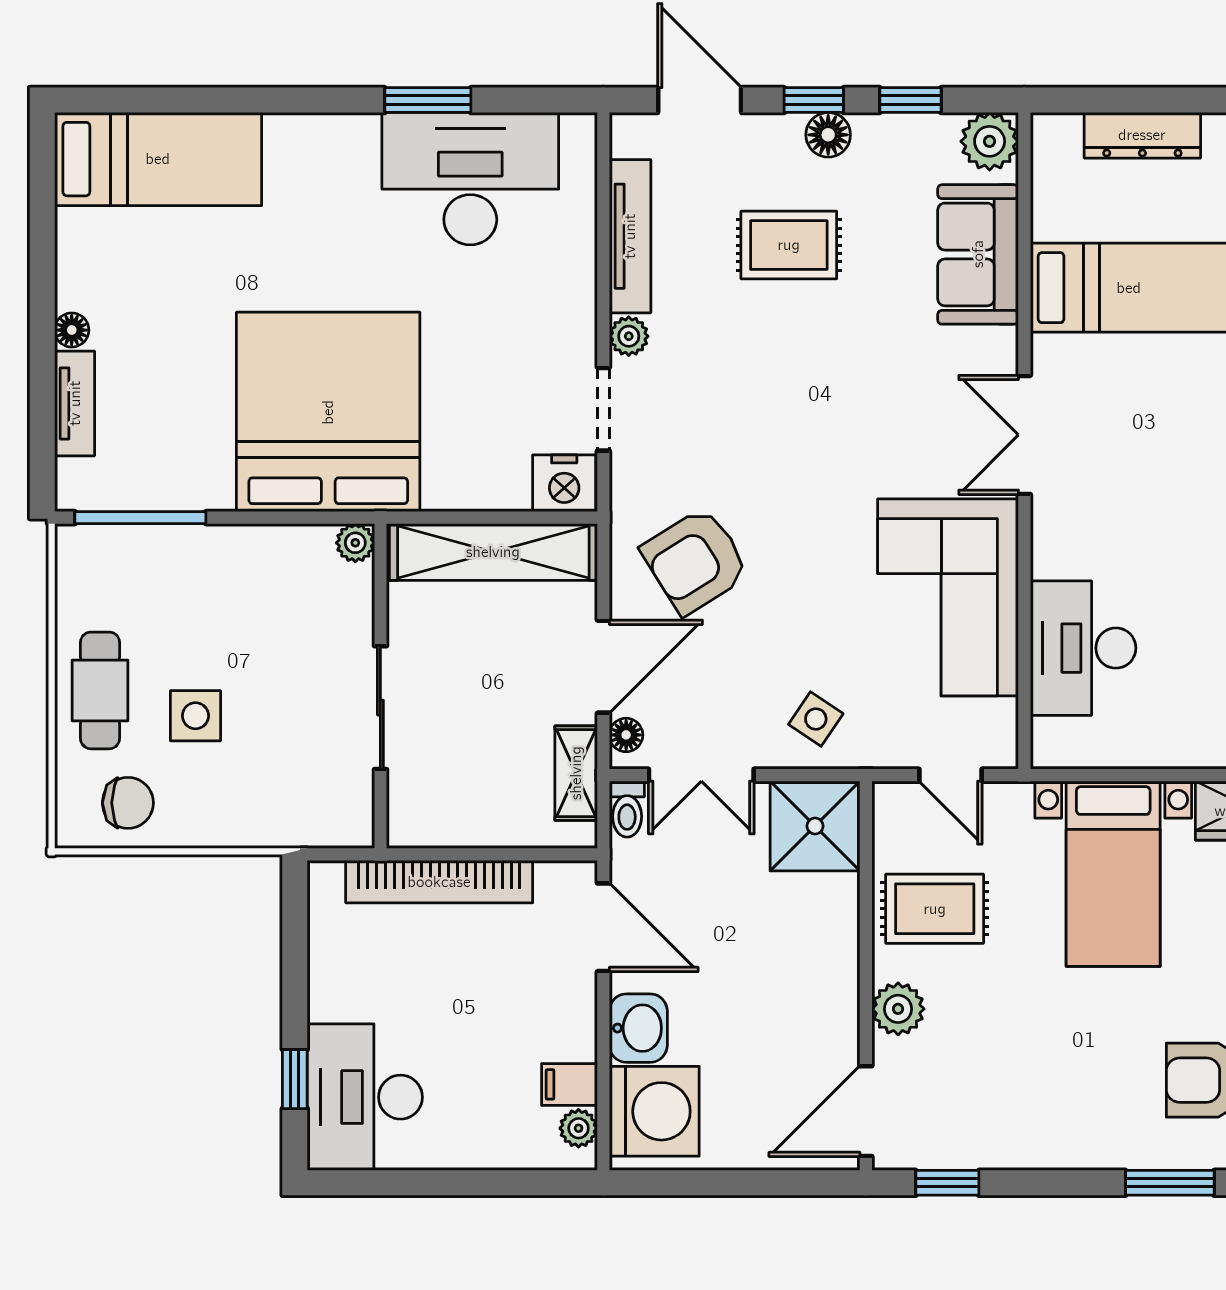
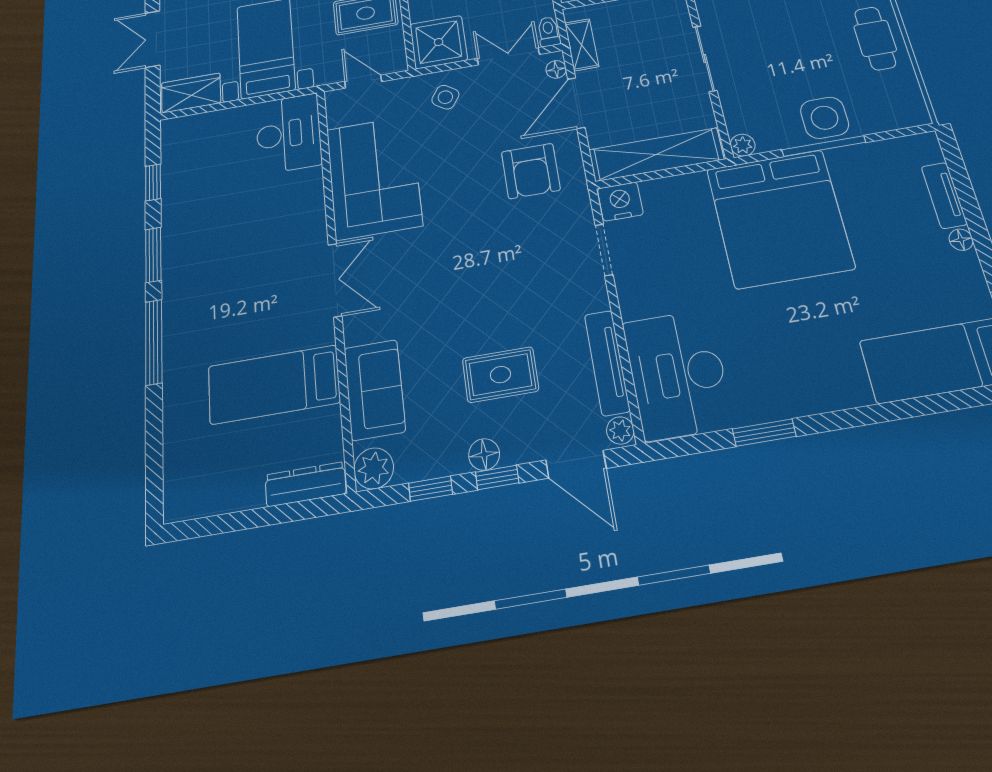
dresser: (1142, 135) -> (305, 484), moved
desk: (470, 179) -> (678, 374), moved, turned 90
plant: (629, 336) -> (620, 430), moved
window: (140, 518) -> (824, 146), moved
armchair: (695, 561) -> (531, 171), turned 122
desk: (1083, 648) -> (288, 134), moved
side table: (195, 716) -> (825, 118), moved, width x1.37, depth x1.37

